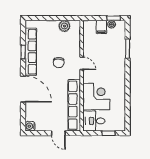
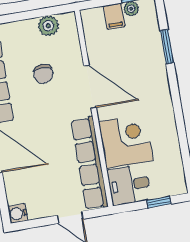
chair: (59, 63) -> (43, 74), moved
door: (82, 63) -> (90, 87), width x1.87

